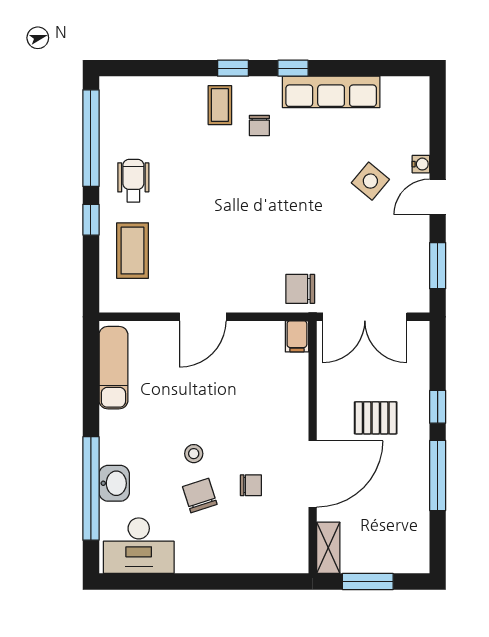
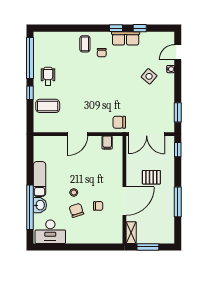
window: (233, 68) -> (140, 28), moved
row of seats: (331, 92) -> (126, 38), width x0.68
door: (438, 197) -> (178, 52), moved
coffee table: (133, 251) -> (48, 106), turned 90
filing cabinet: (297, 336) -> (107, 142), moved
exam couch: (113, 368) -> (40, 179), moved
window: (438, 407) -> (178, 150), moved

